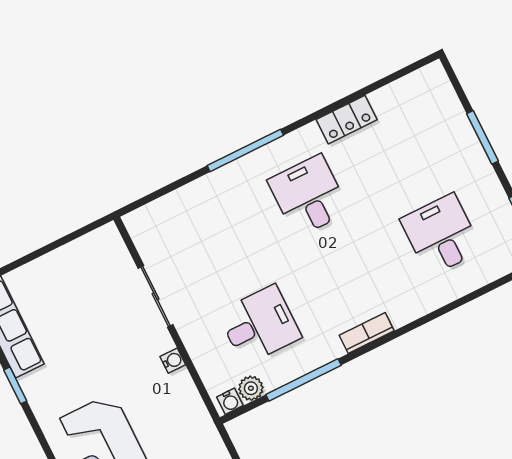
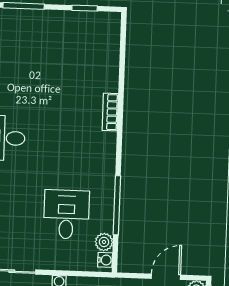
desk: (441, 235) -> (72, 66), removed
bookcase: (367, 333) -> (110, 112), moved

